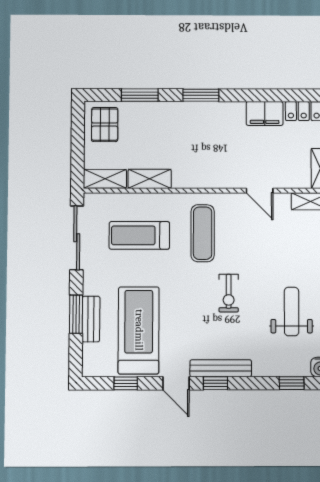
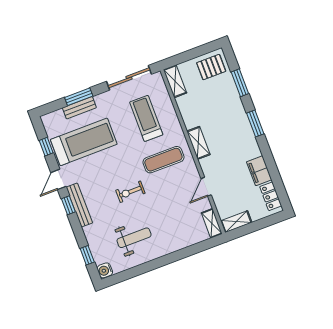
shelving: (150, 179) -> (198, 143), moved

